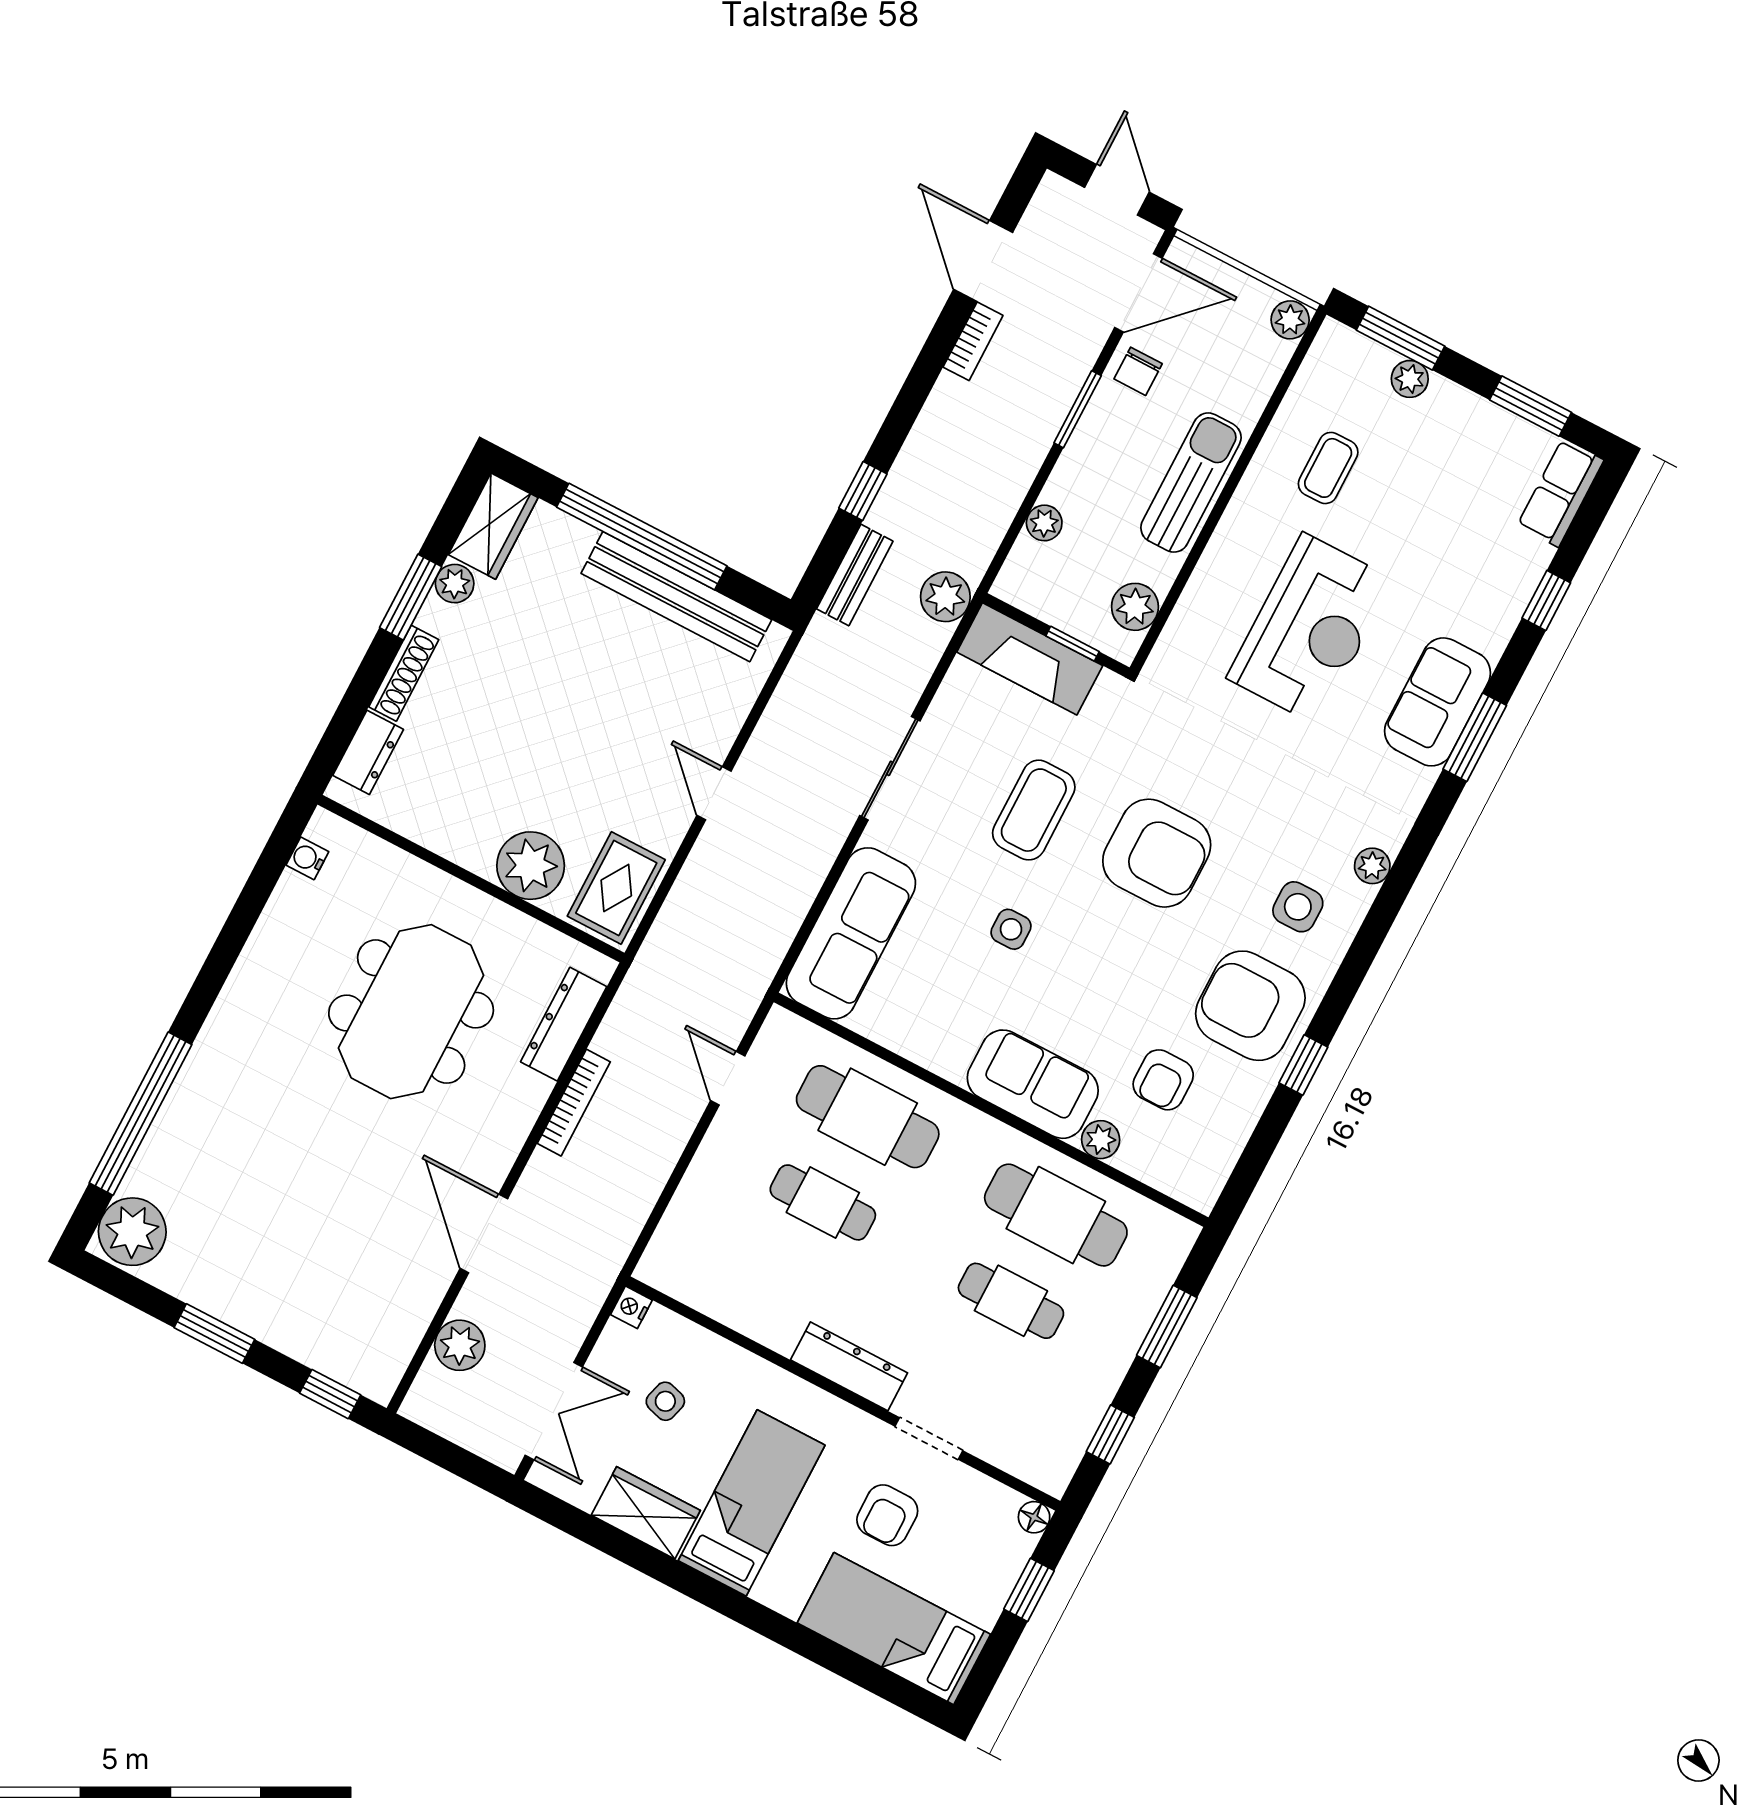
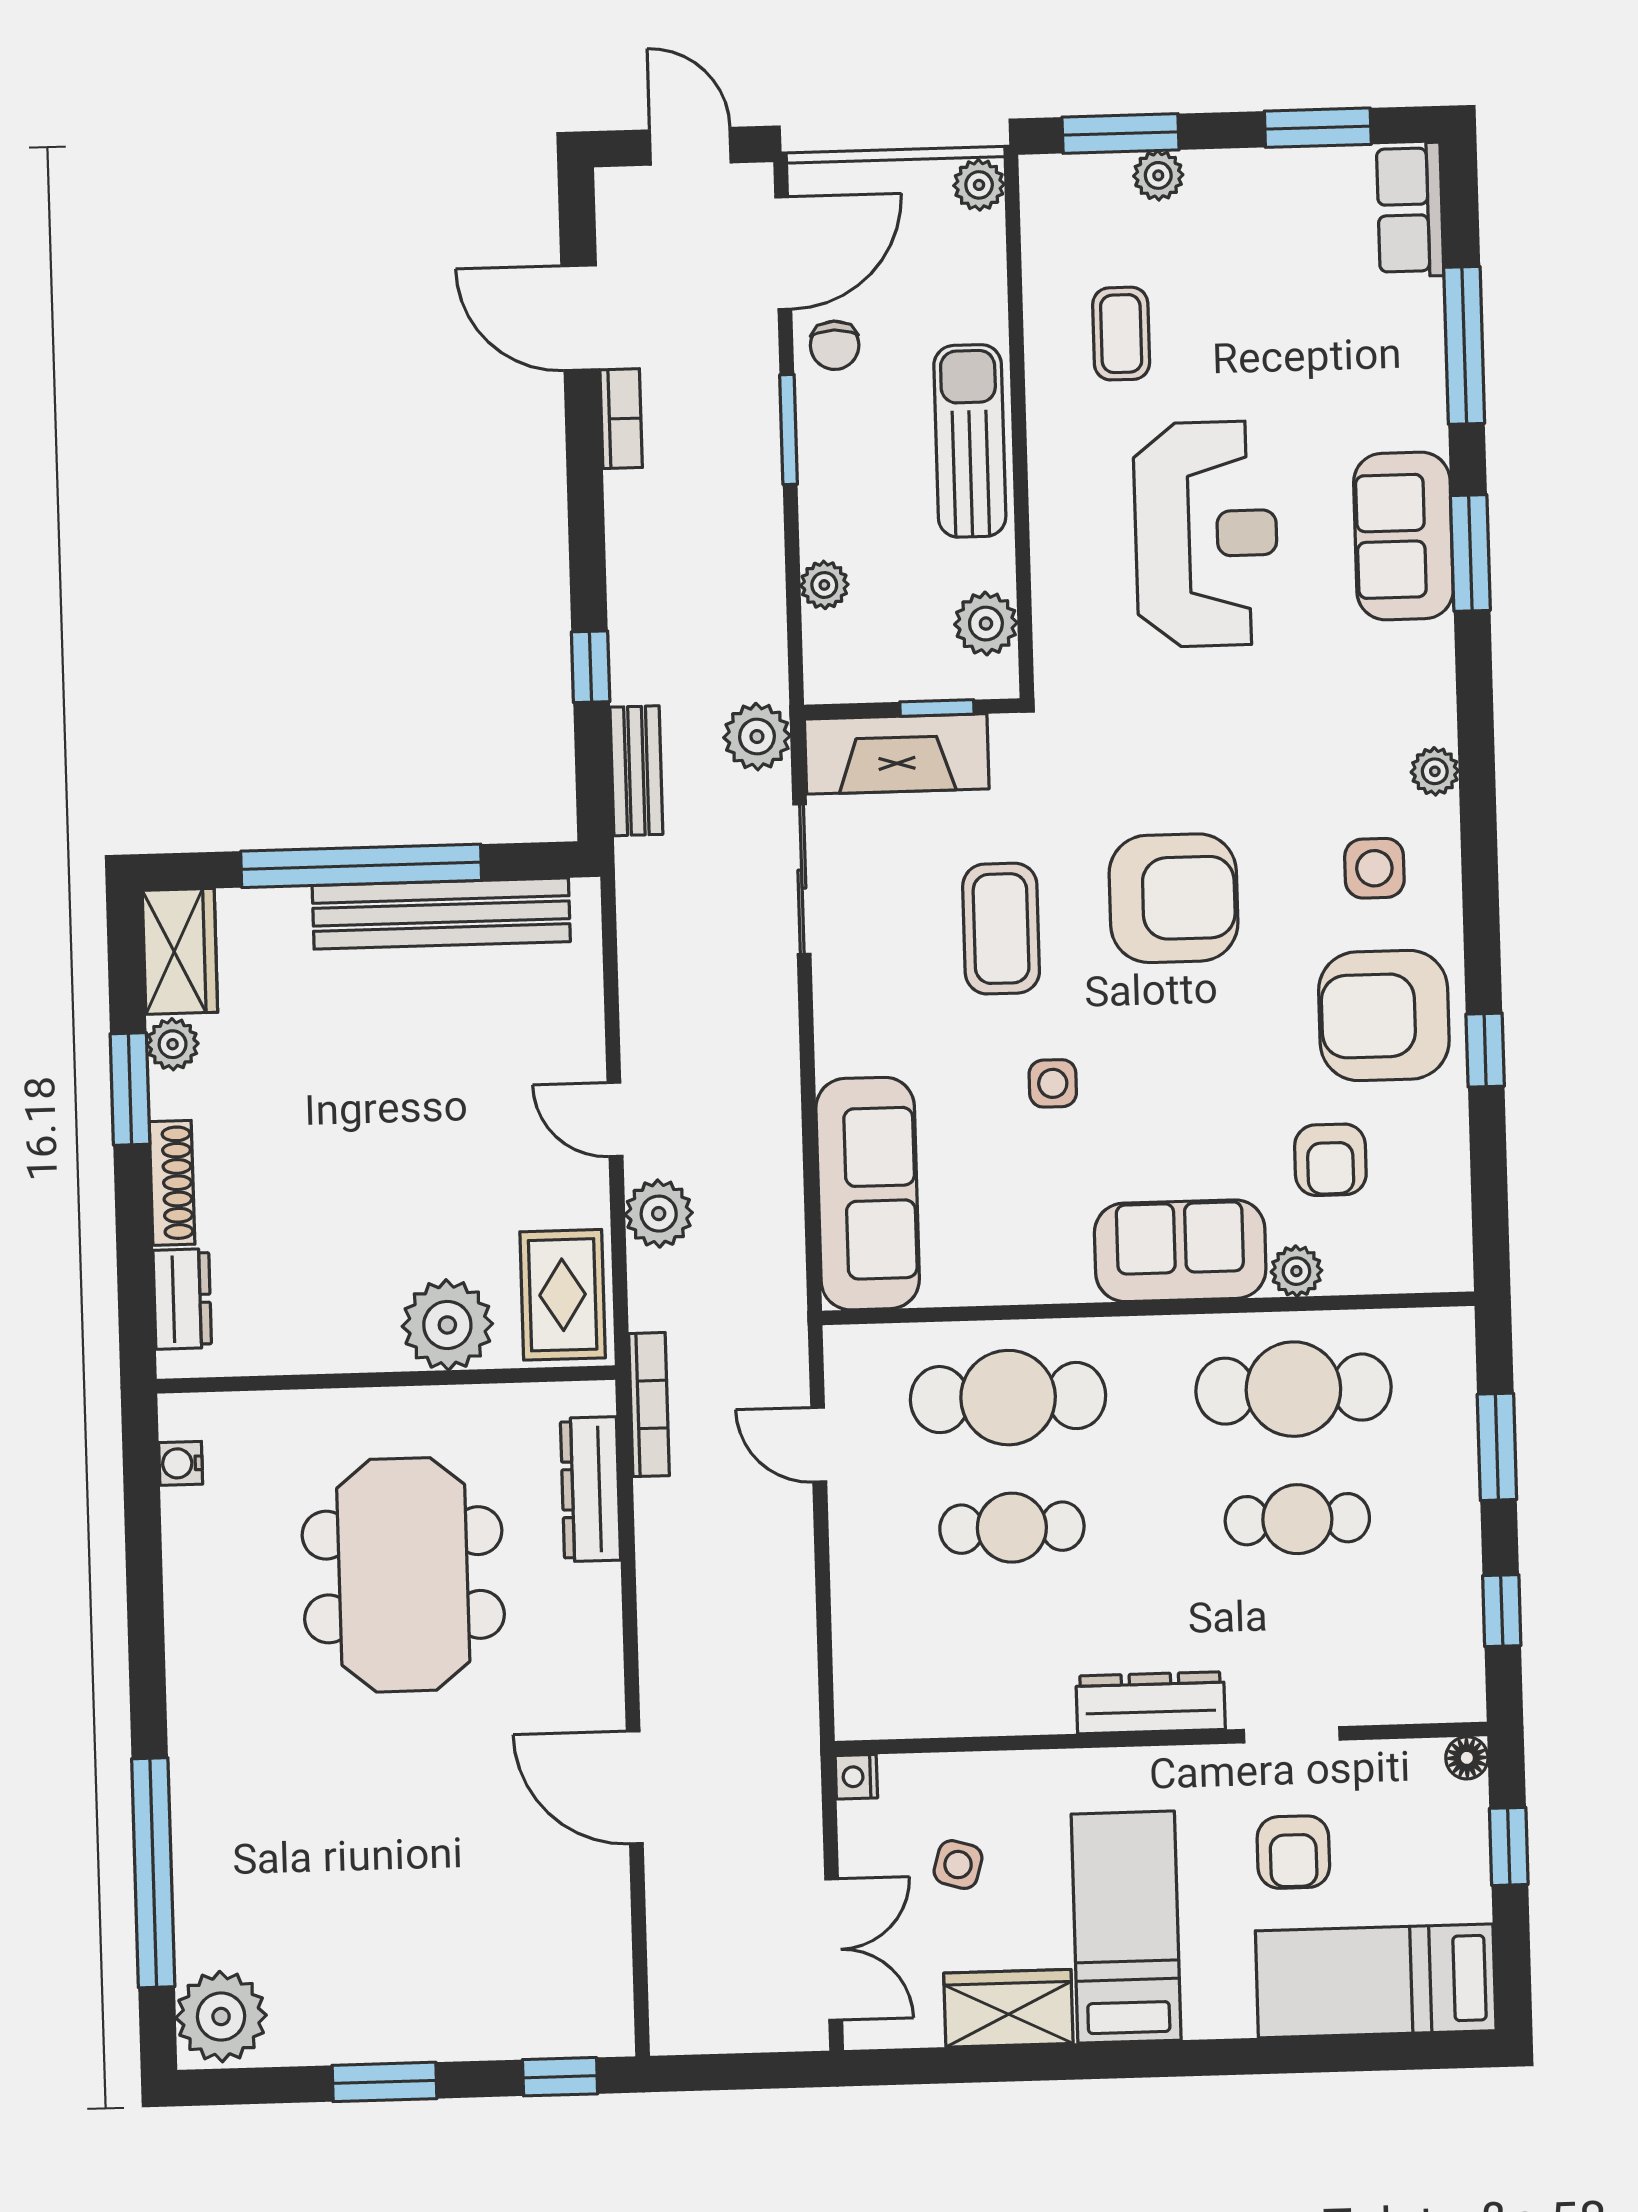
window: (1546, 600) -> (1464, 345), width x2.17
sliding door: (890, 768) -> (802, 879), moved
bookcase: (574, 1103) -> (649, 1405), moved
plant: (460, 1345) -> (659, 1214), moved

